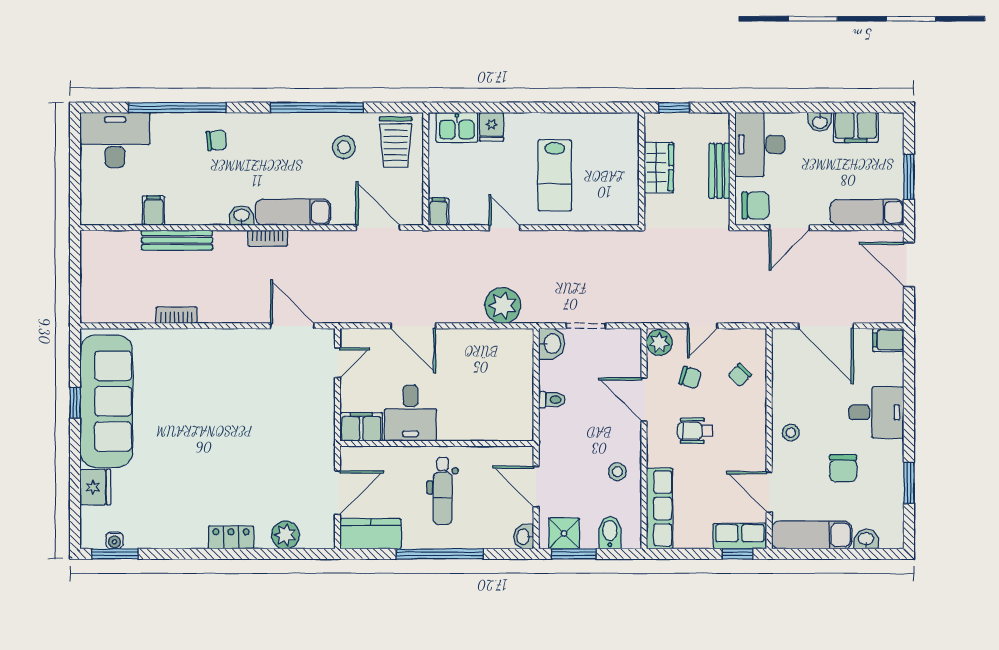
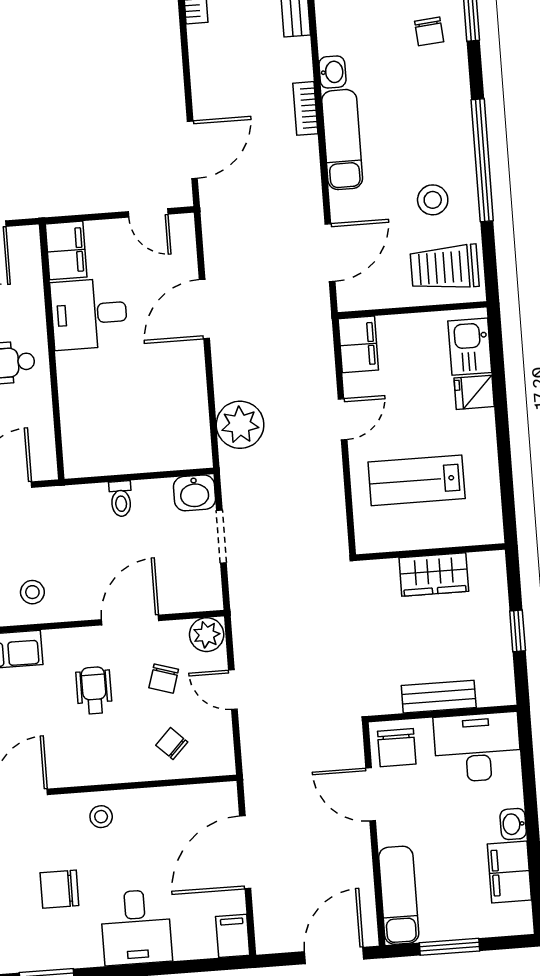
wardrobe: (659, 168) -> (434, 574), moved
wall: (642, 169) -> (430, 552), moved
filing cabinet: (438, 212) -> (358, 344), width x2.00

